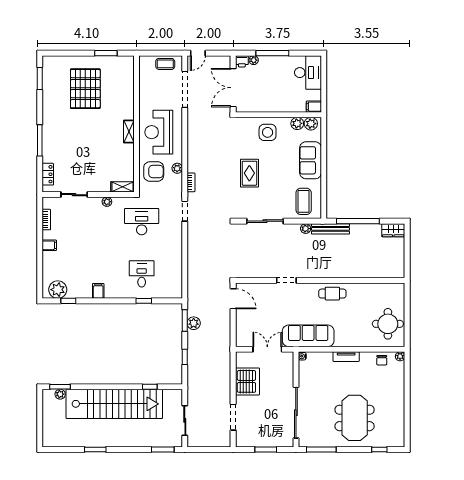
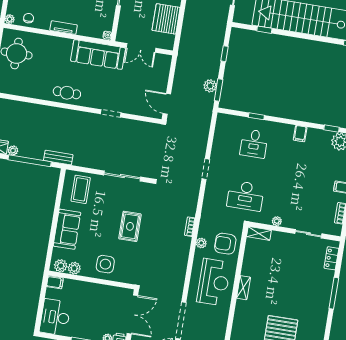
doorway: (185, 211) -> (206, 169), moved
plant: (306, 229) -> (13, 150), moved
bench: (330, 229) -> (58, 158), width x0.73

